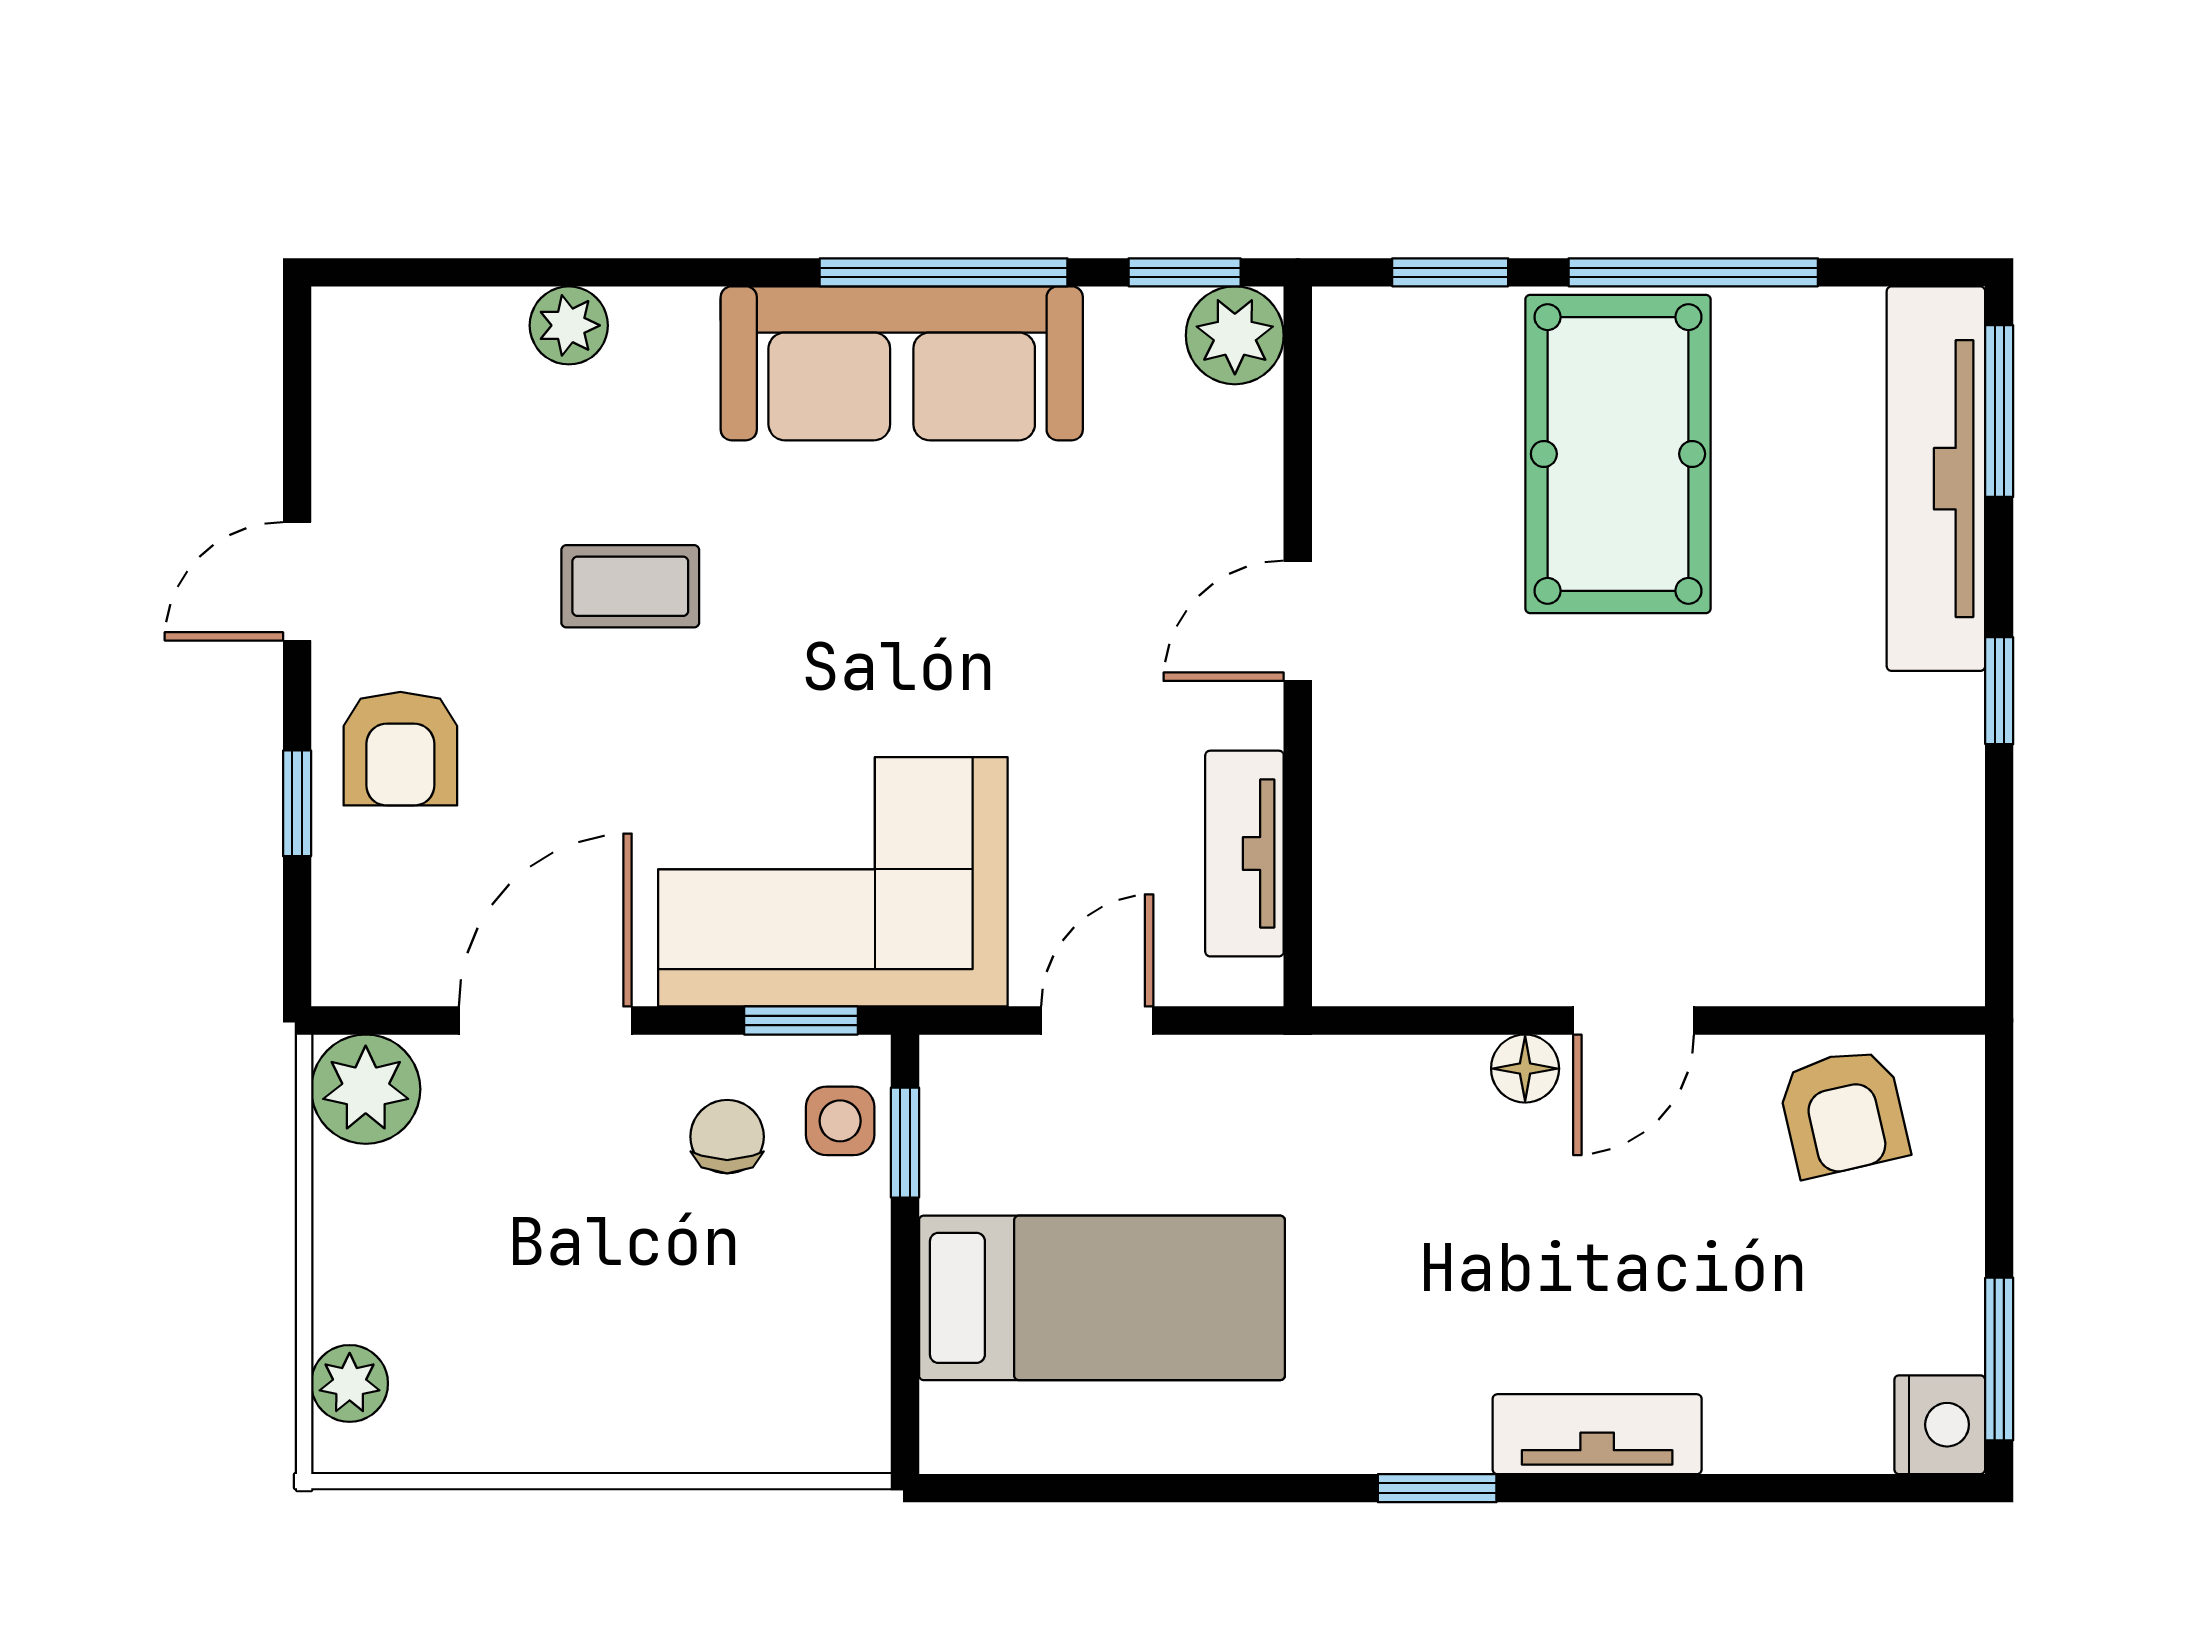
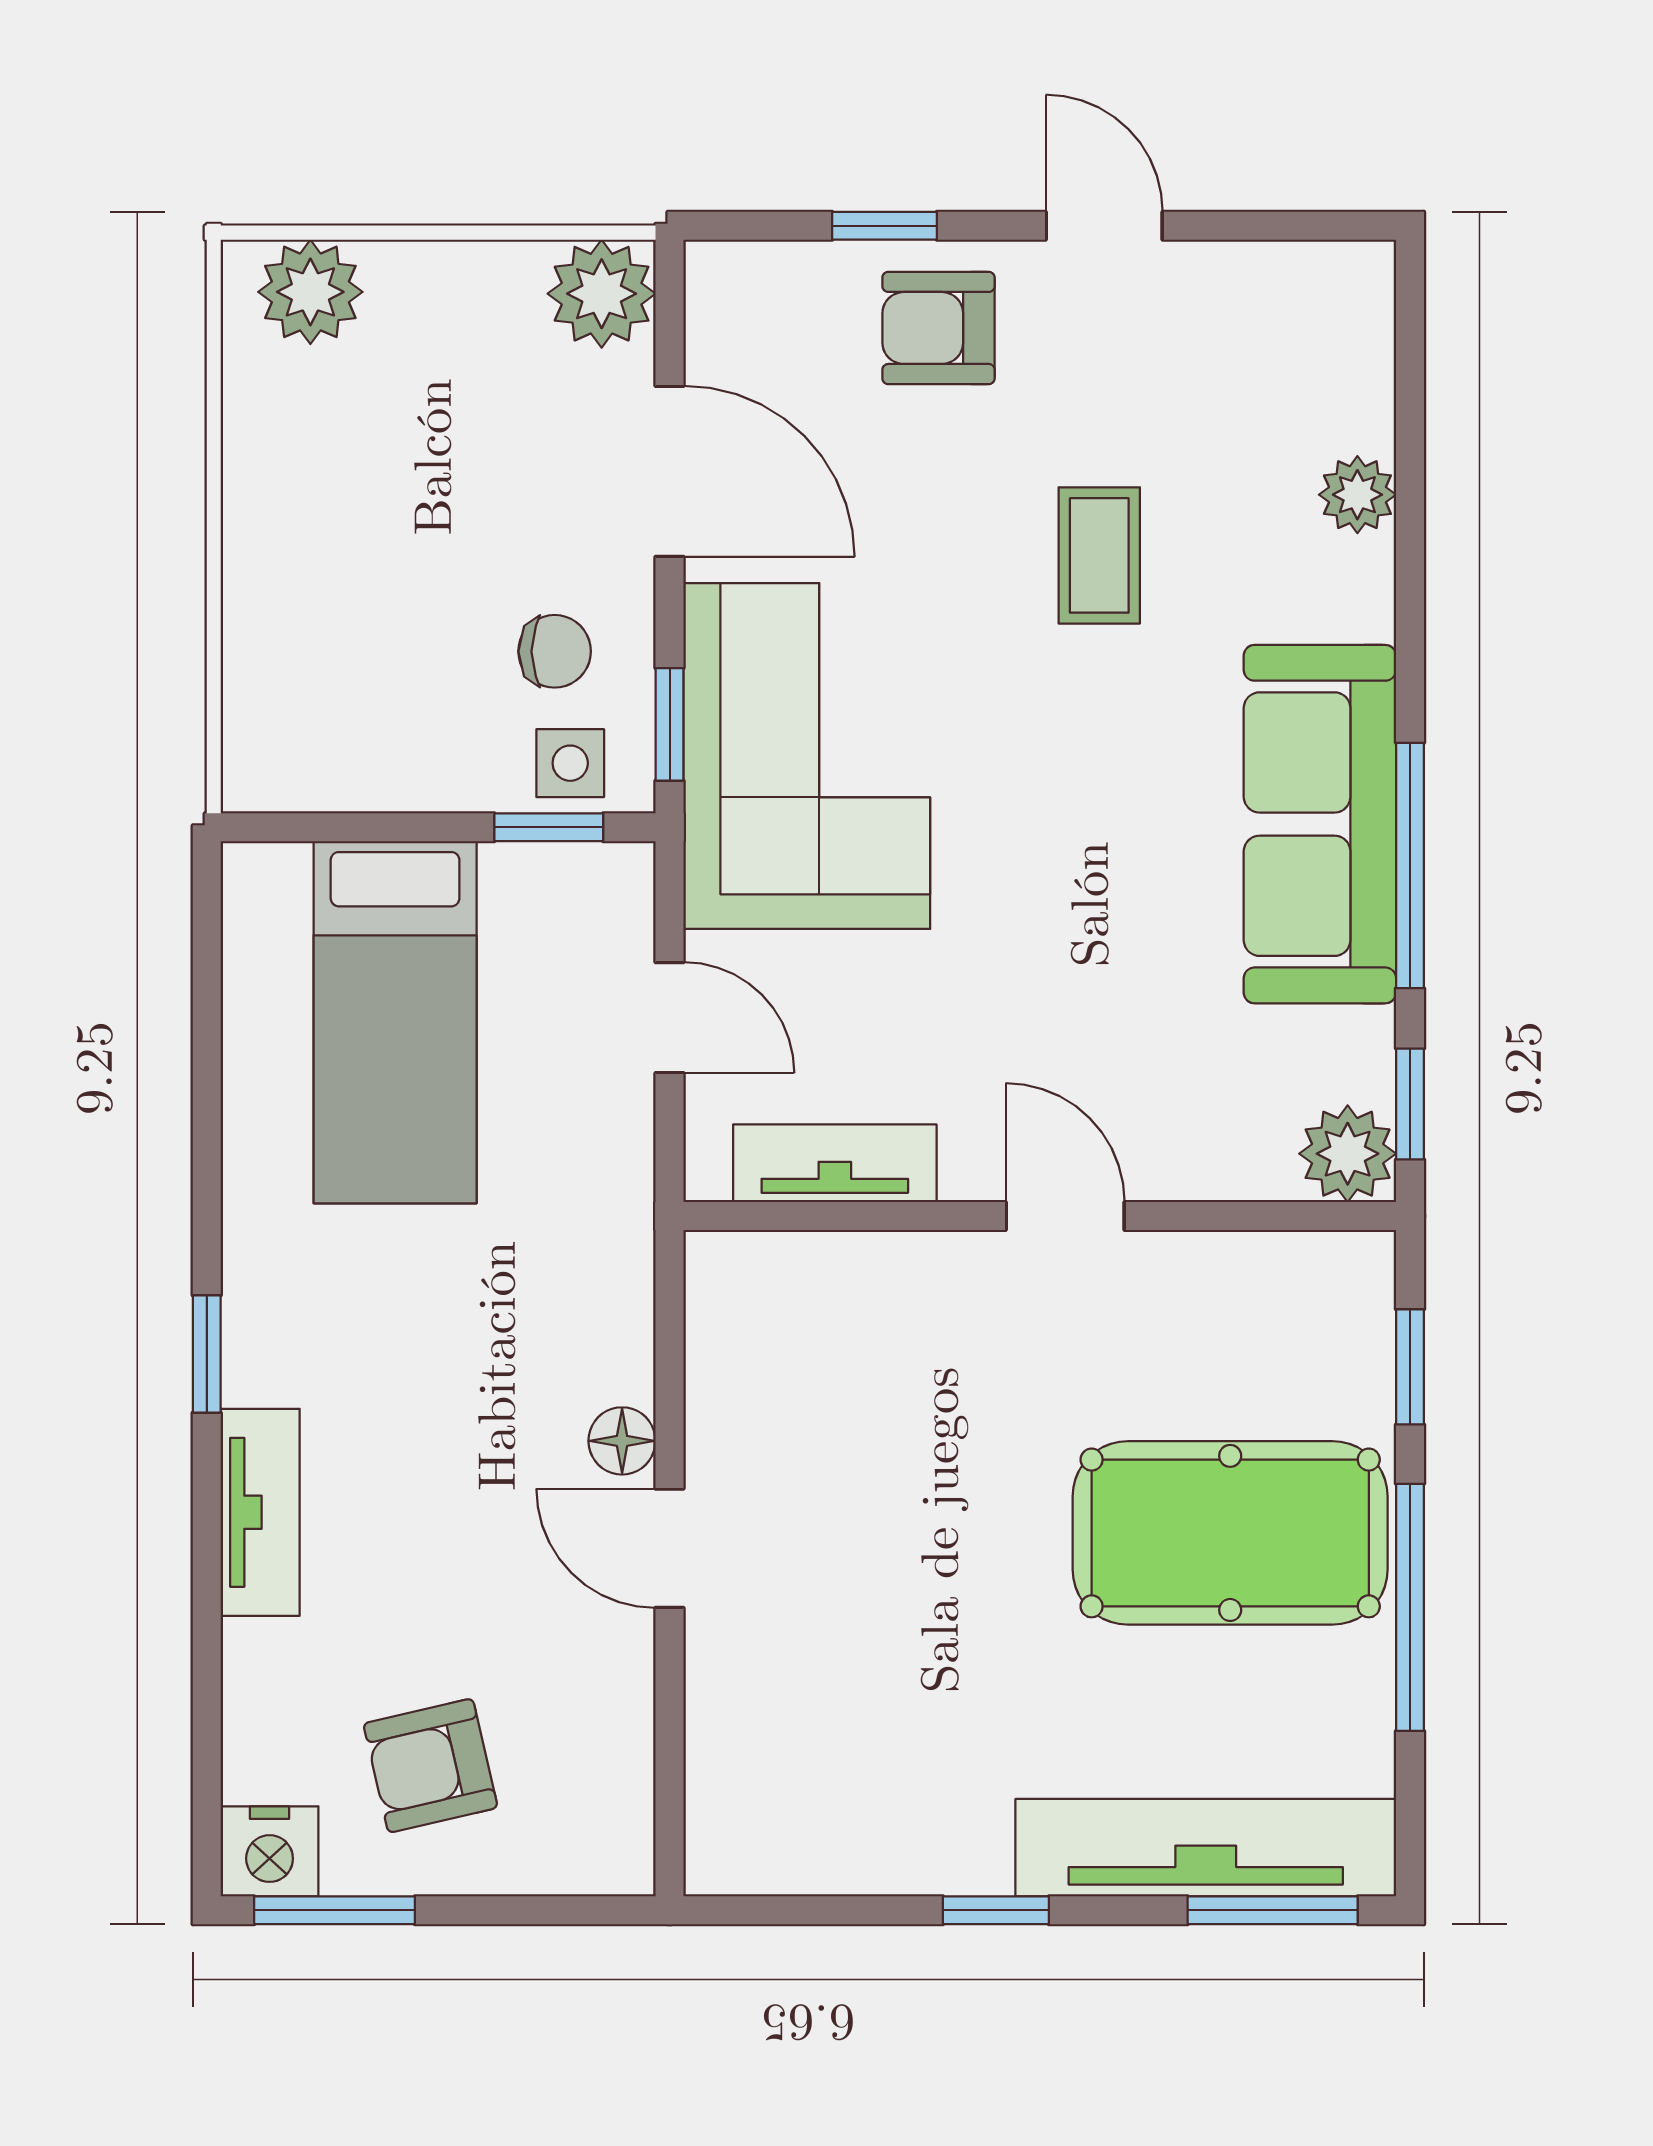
armchair: (1843, 1112) -> (430, 1766), moved
plant: (350, 1383) -> (310, 292), width x1.38, depth x1.38

